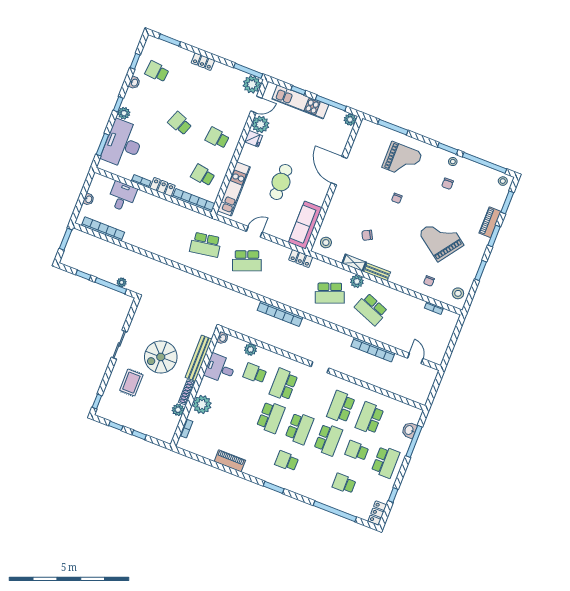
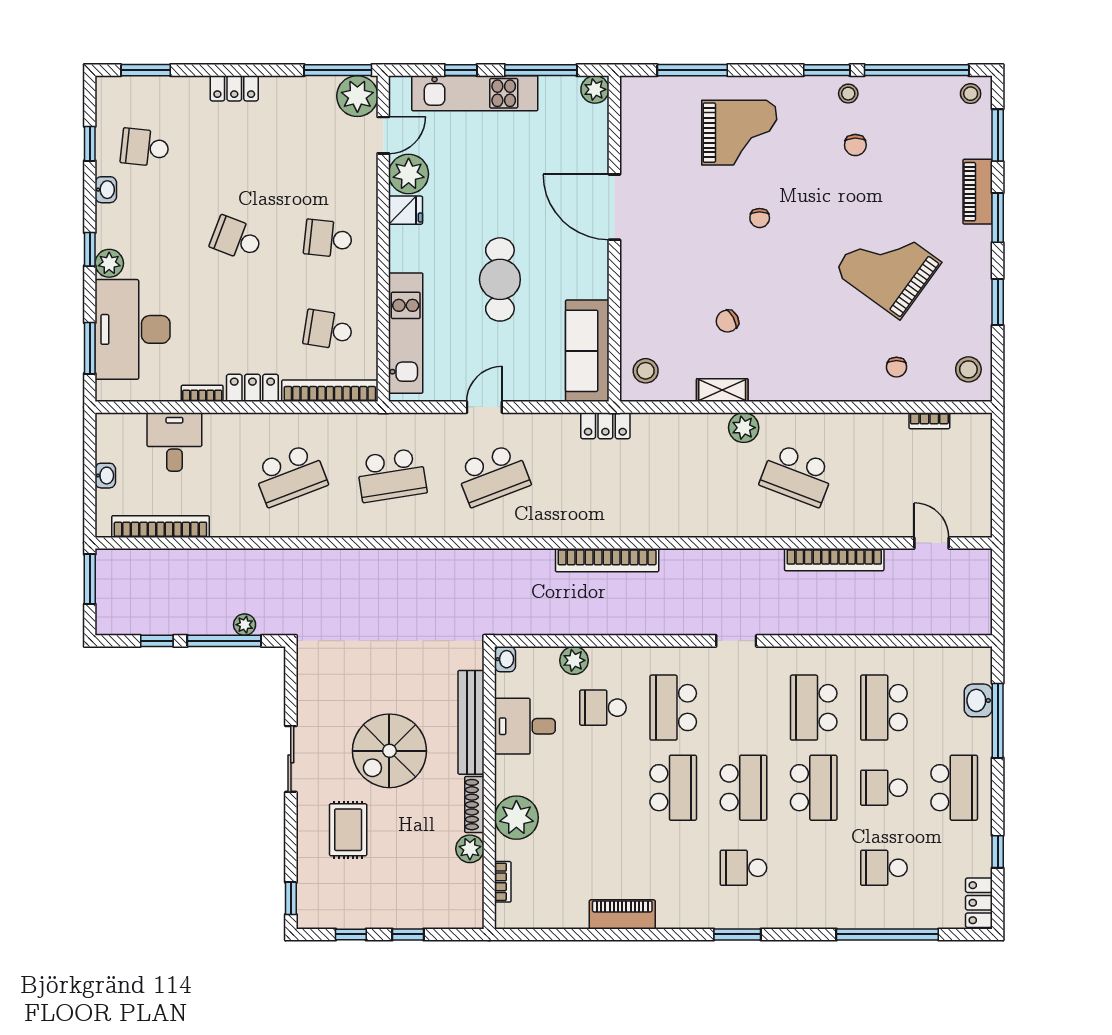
bench: (377, 272) -> (779, 391), removed
school desk: (330, 293) -> (290, 475), moved

